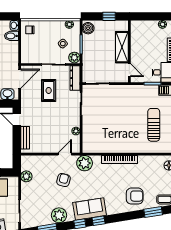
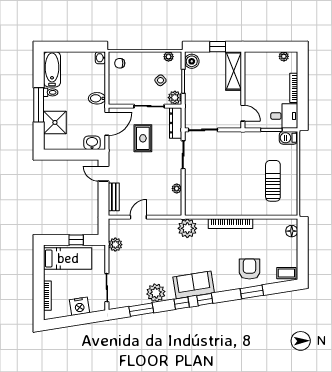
bidet: (11, 36) -> (97, 98), moved
shelving: (122, 47) -> (234, 71), moved
door: (65, 154) -> (138, 217), moved
armchair: (64, 180) -> (161, 249), removed
armchair: (135, 196) -> (249, 269), turned -90
window: (153, 212) -> (252, 292), moved

